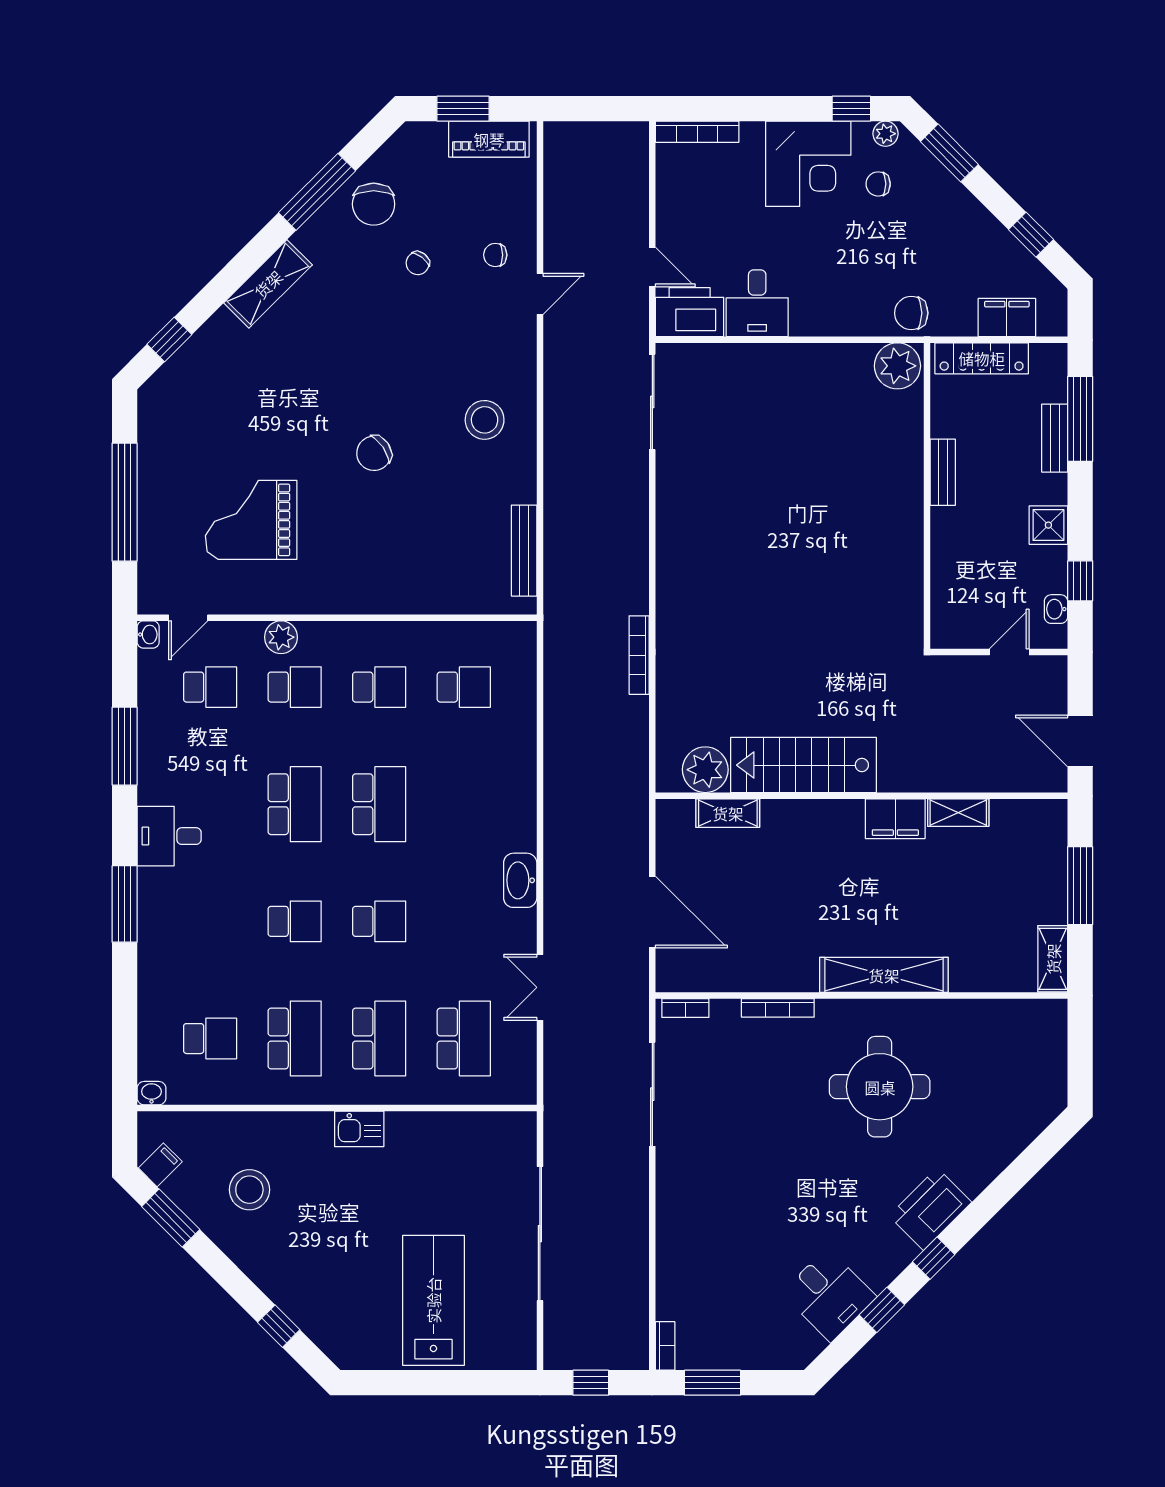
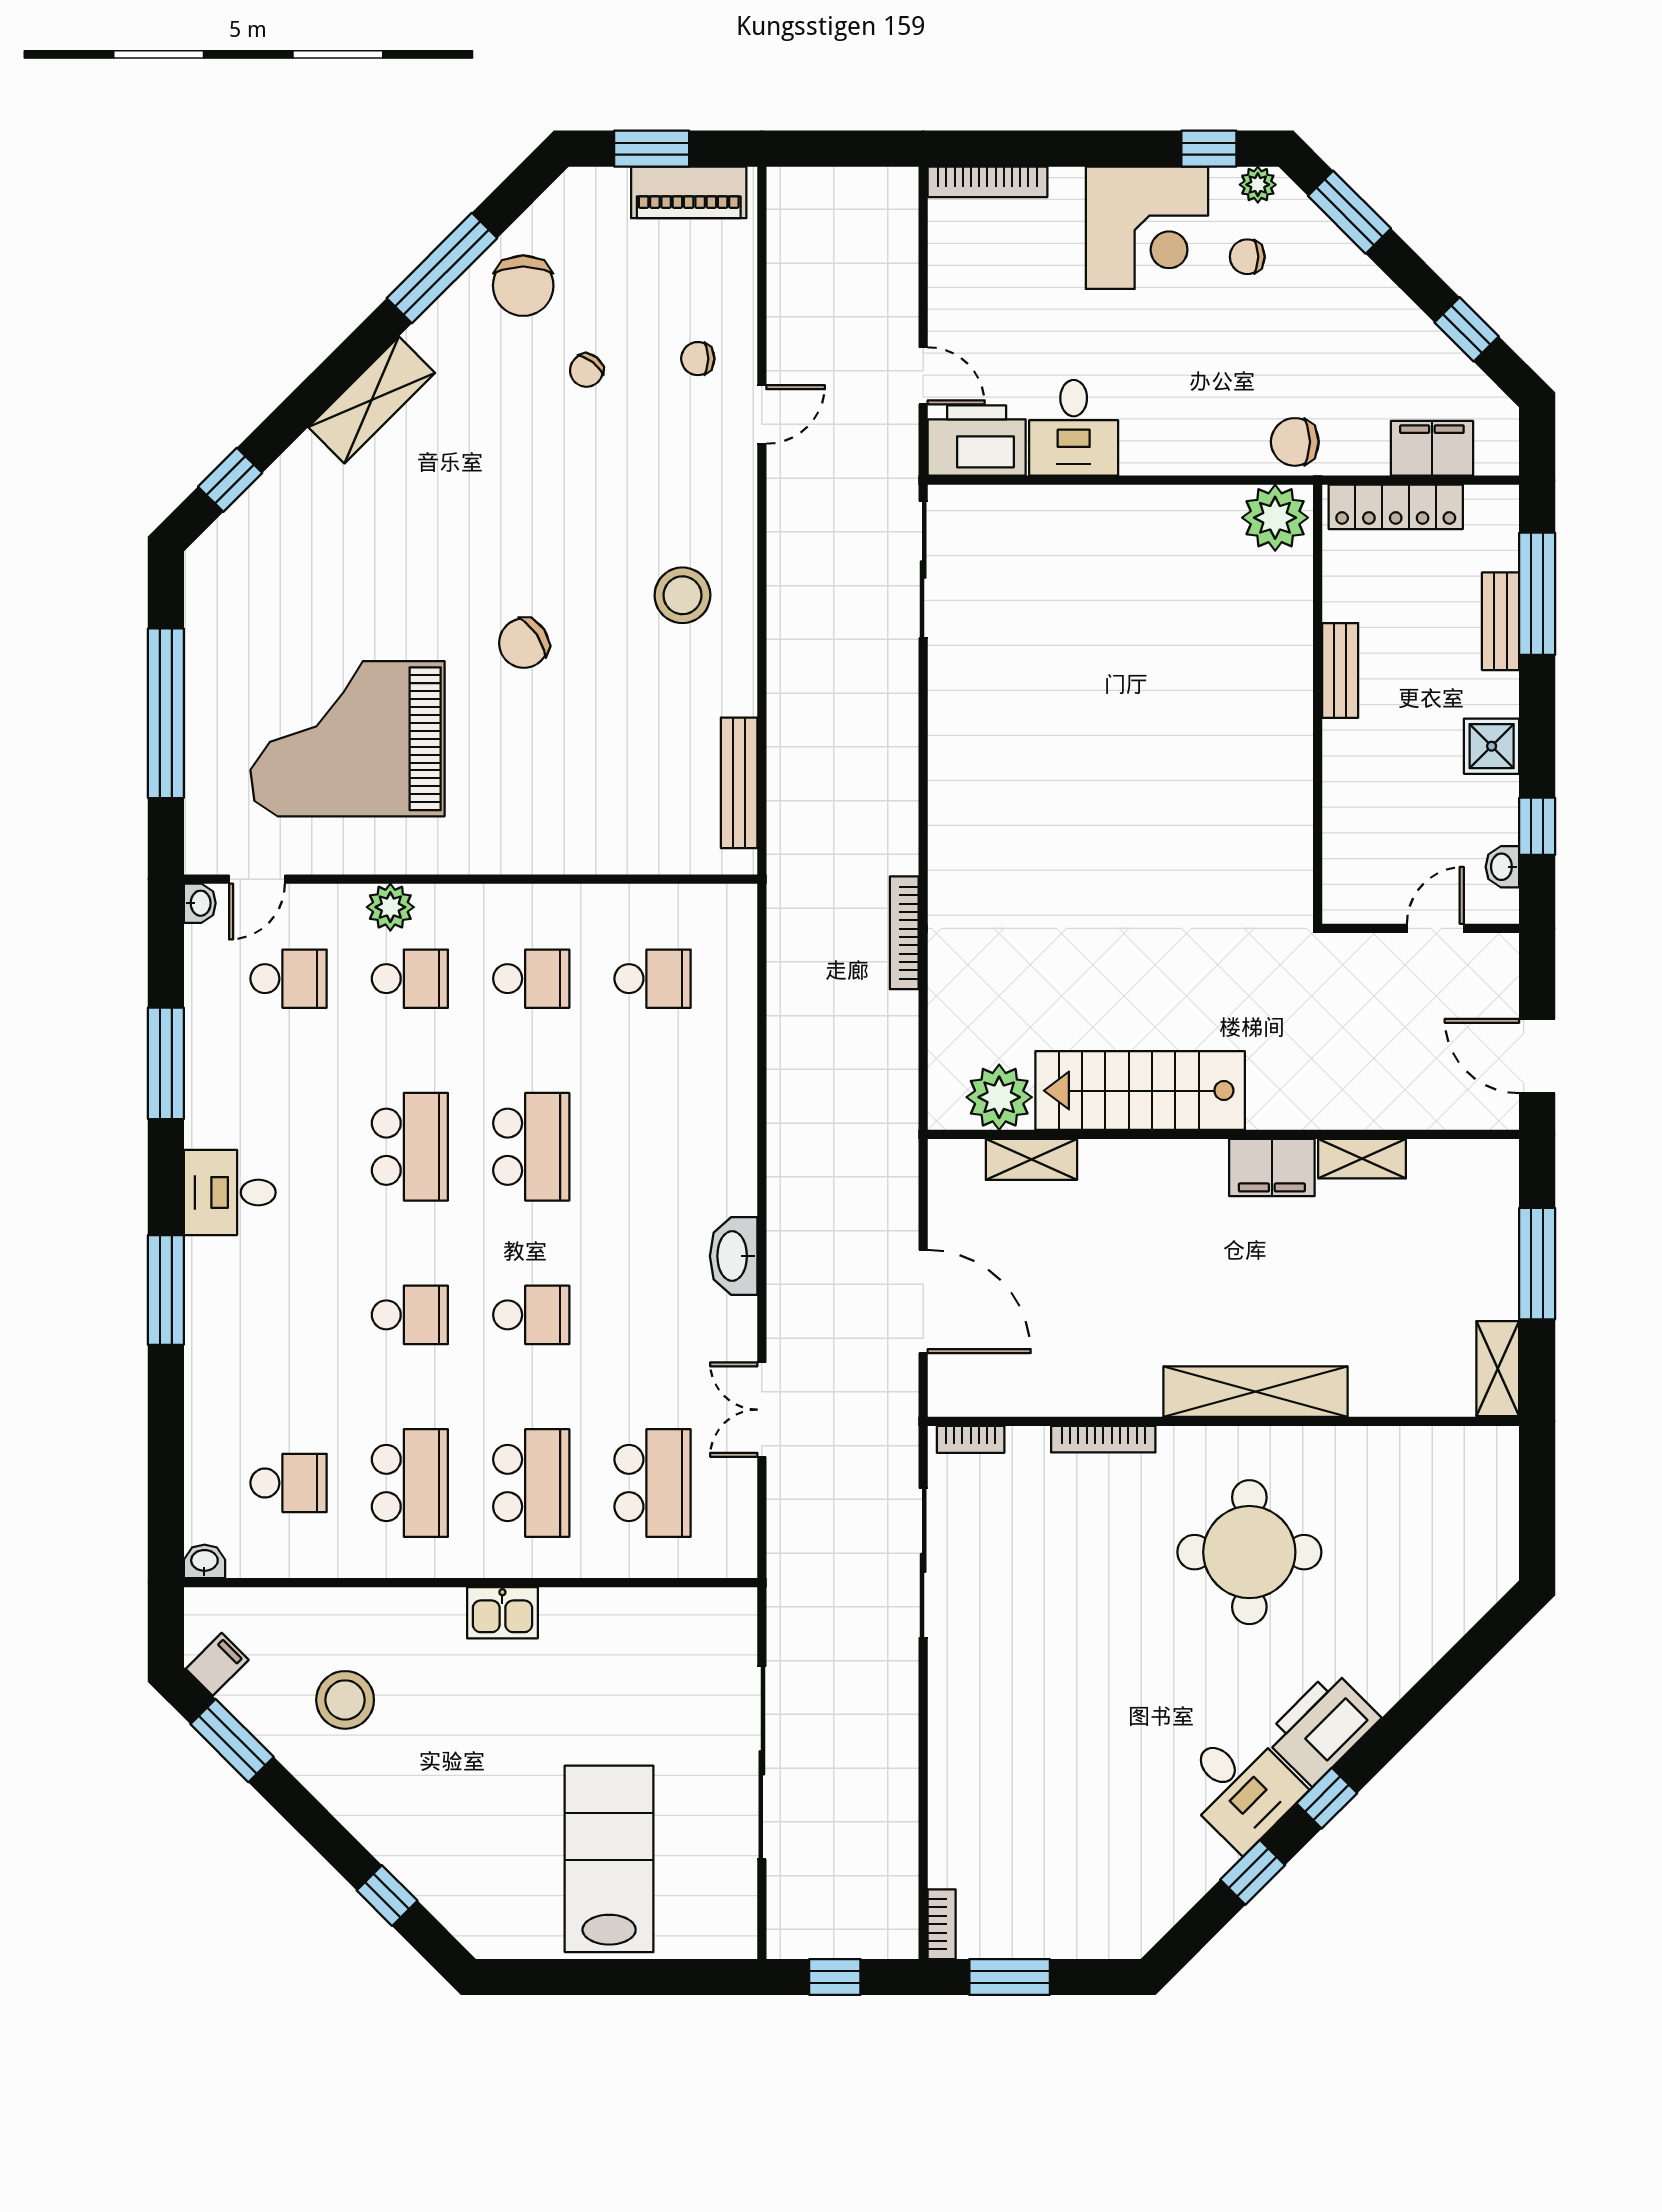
grand piano: (251, 520) -> (347, 739), width x1.37, depth x1.48
desk: (829, 1295) -> (1240, 1787), moved

